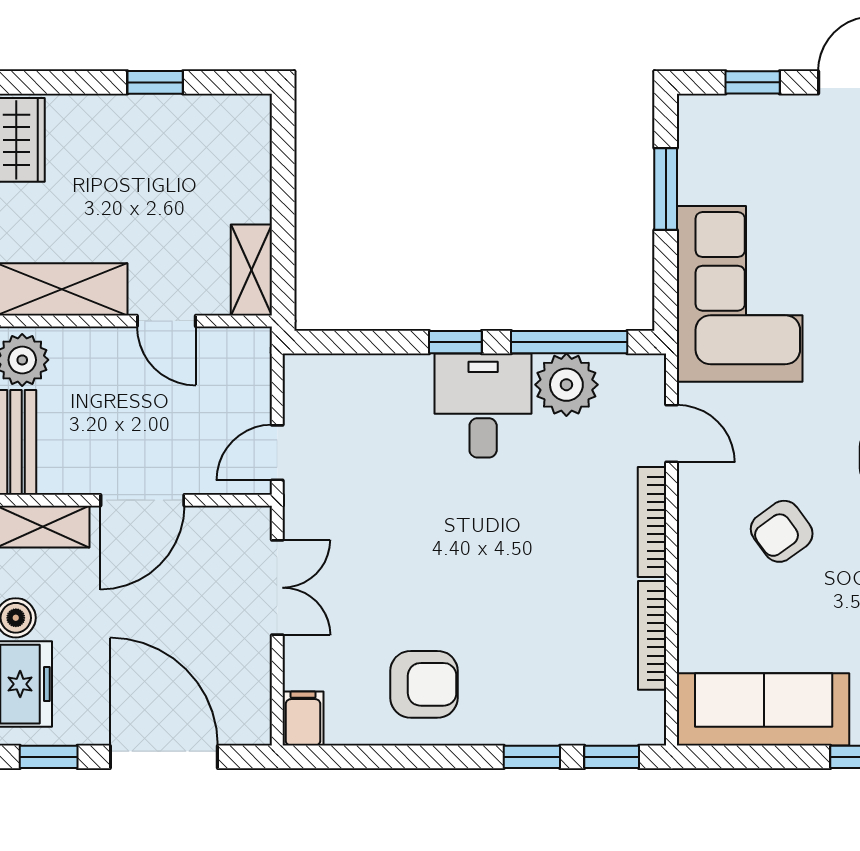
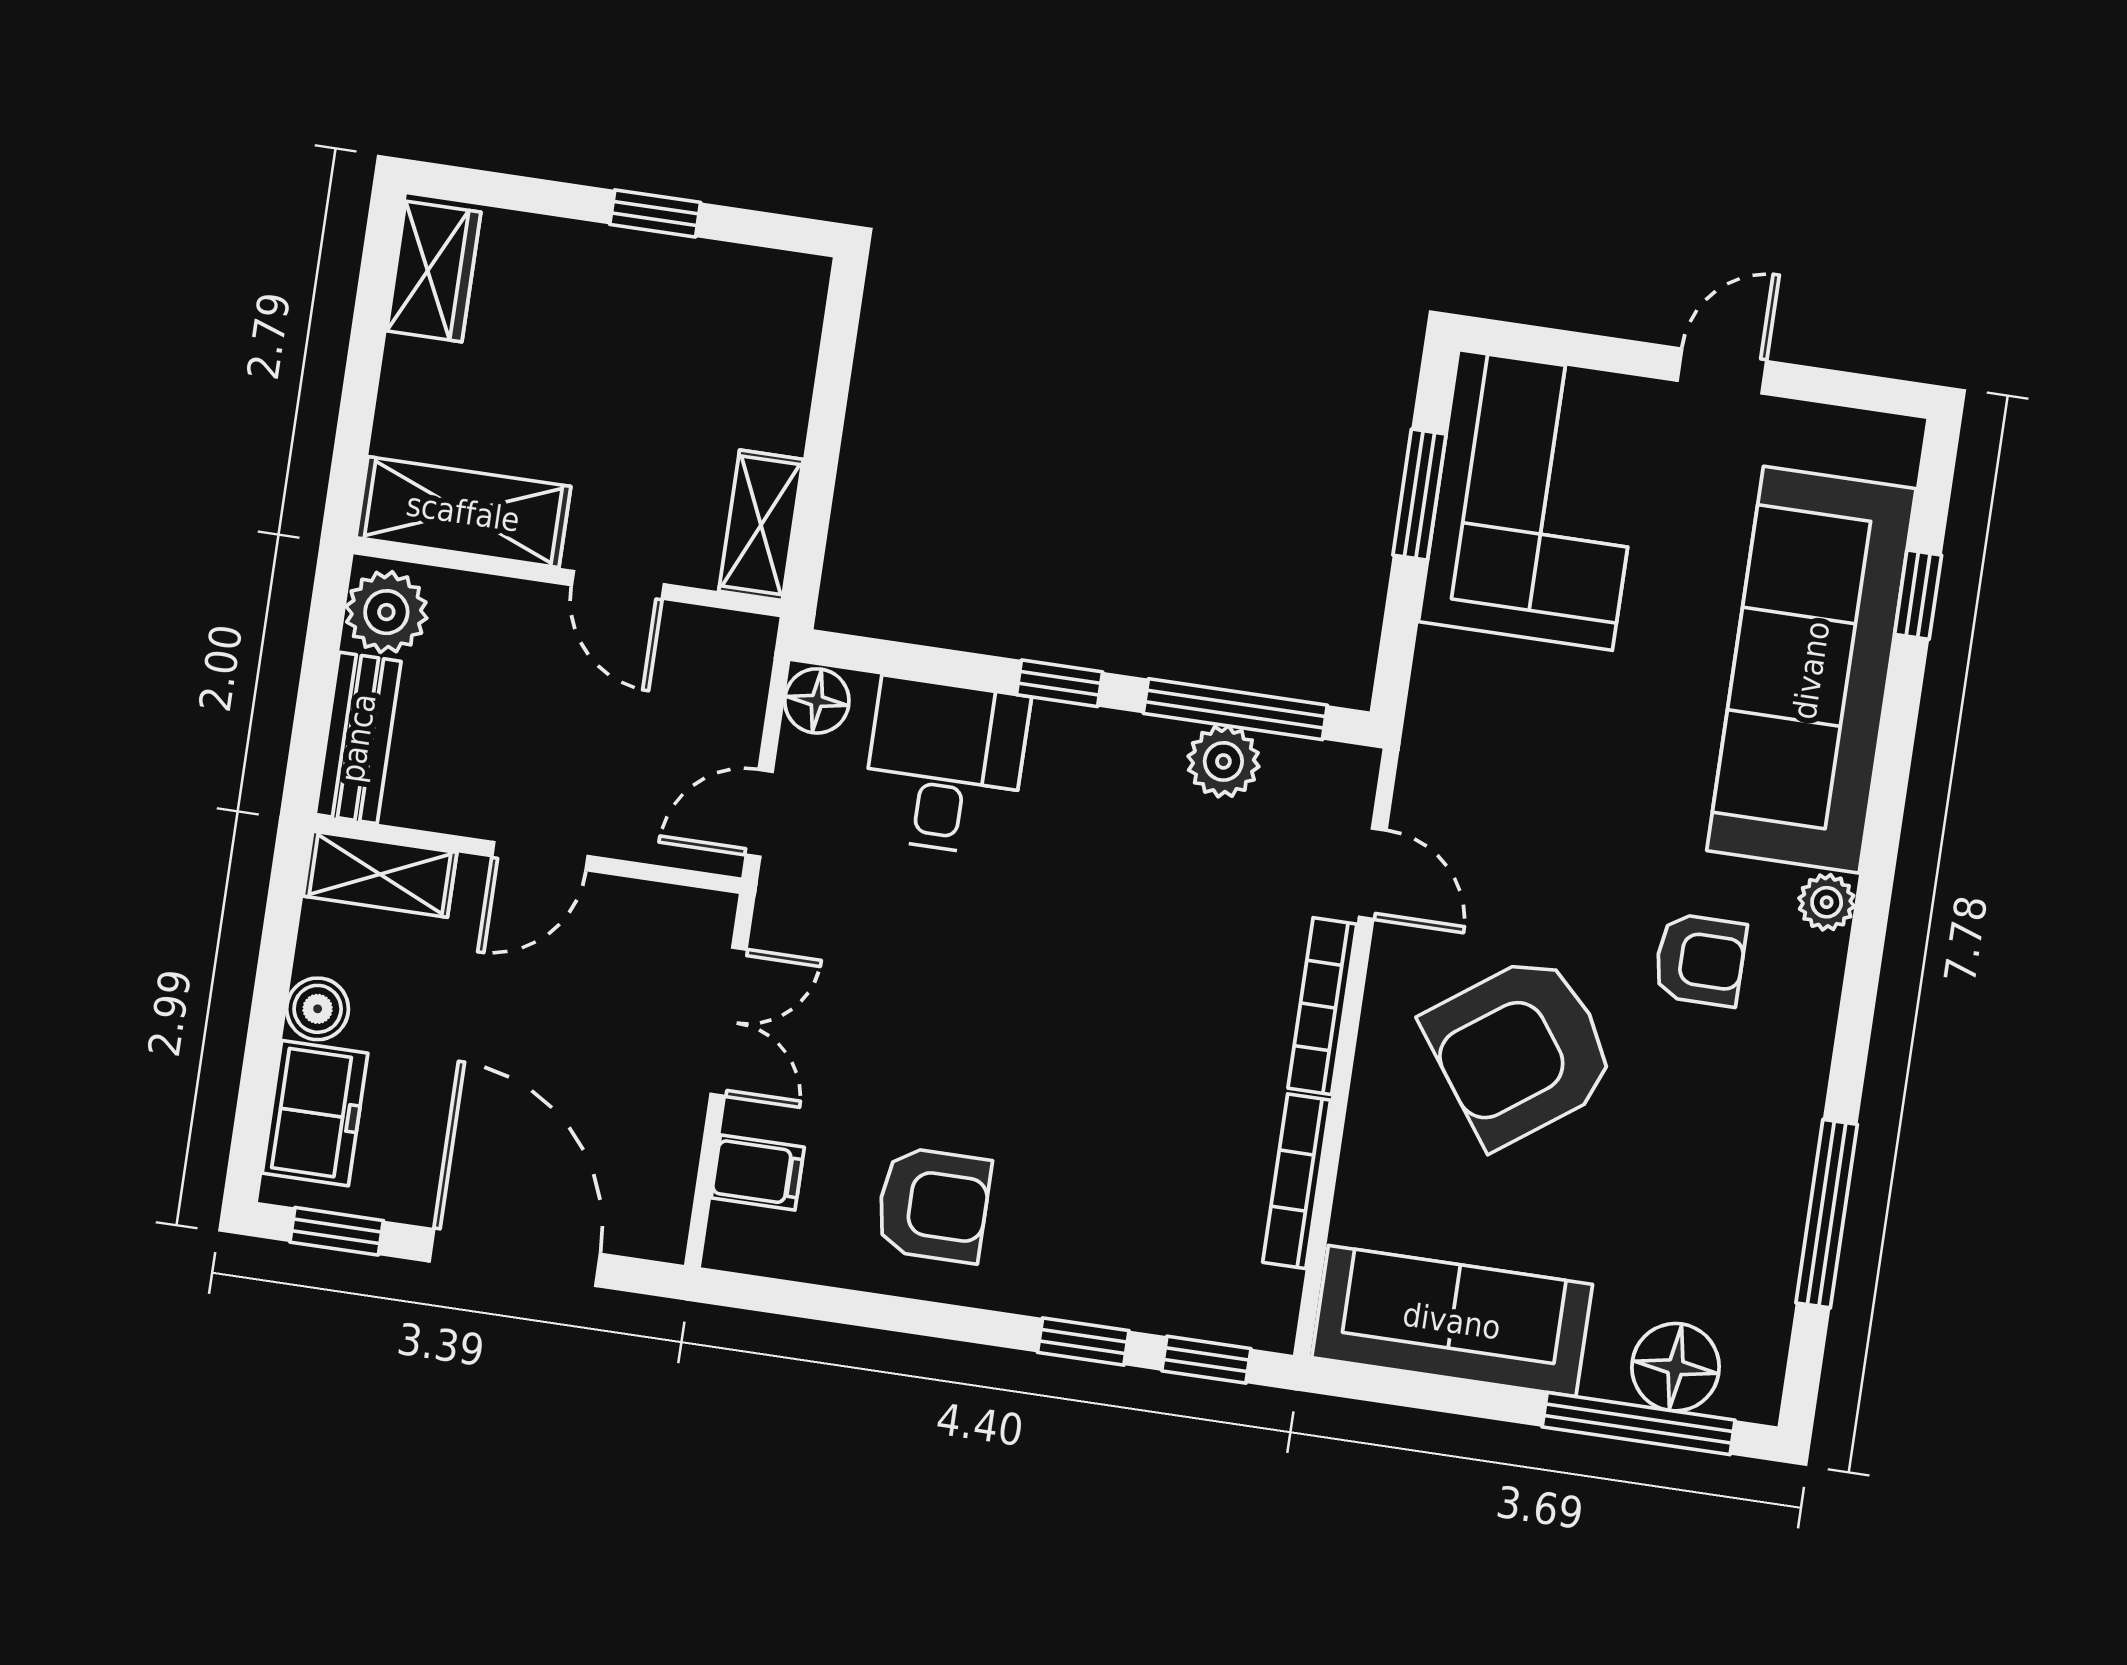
window: (753, 82) -> (1578, 350), removed
corner sofa: (740, 294) -> (1535, 500), moved
floor lamp: (303, 376) -> (817, 701), added
plant: (566, 385) -> (1223, 761), width x0.73, depth x0.73
desk: (483, 406) -> (945, 766), moved
door: (142, 500) -> (540, 856), width x0.73
armchair: (782, 531) -> (1521, 1050), width x1.88, depth x1.88
filing cabinet: (303, 719) -> (758, 1172), moved, turned 90

